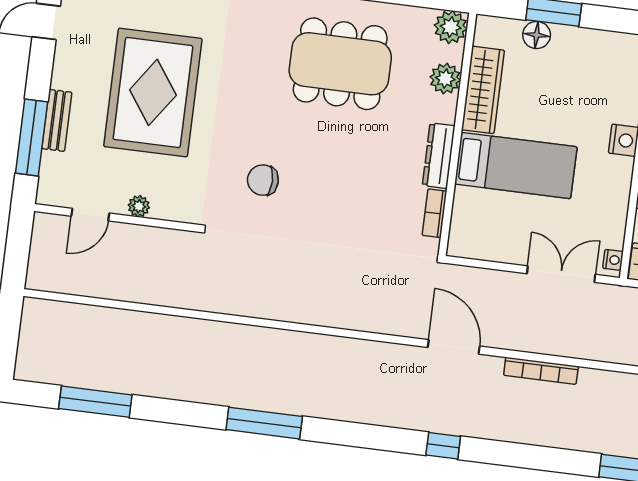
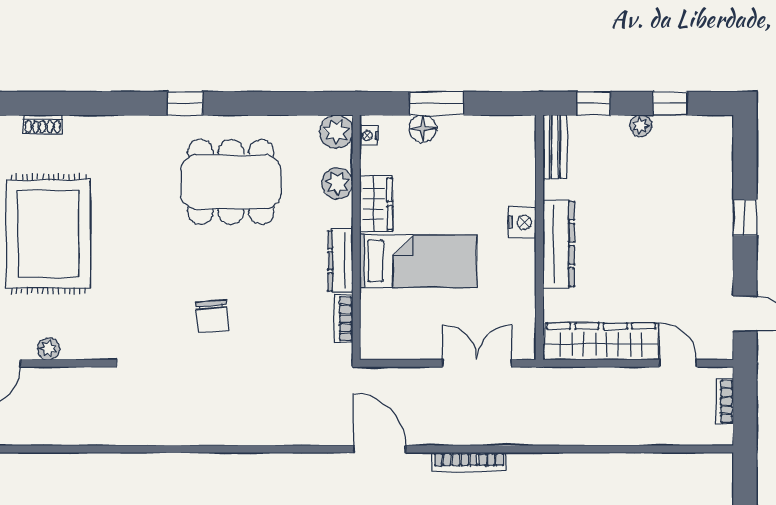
wardrobe: (483, 90) -> (376, 204), width x0.67
chair: (263, 180) -> (212, 316), moved, turned -95
nightstand: (613, 260) -> (369, 136), moved, turned 180

